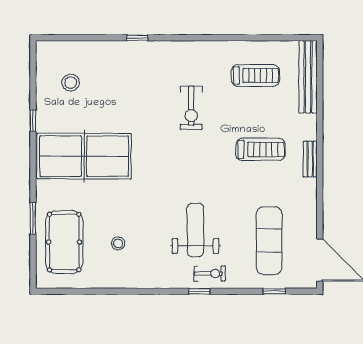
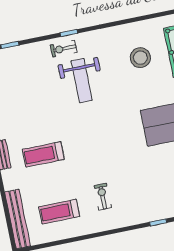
exercise bike: (191, 108) -> (103, 197), moved, width x0.73, depth x0.72
exercise mat: (269, 241) -> (22, 84), removed
stool: (118, 243) -> (140, 58), width x1.89, depth x1.89

